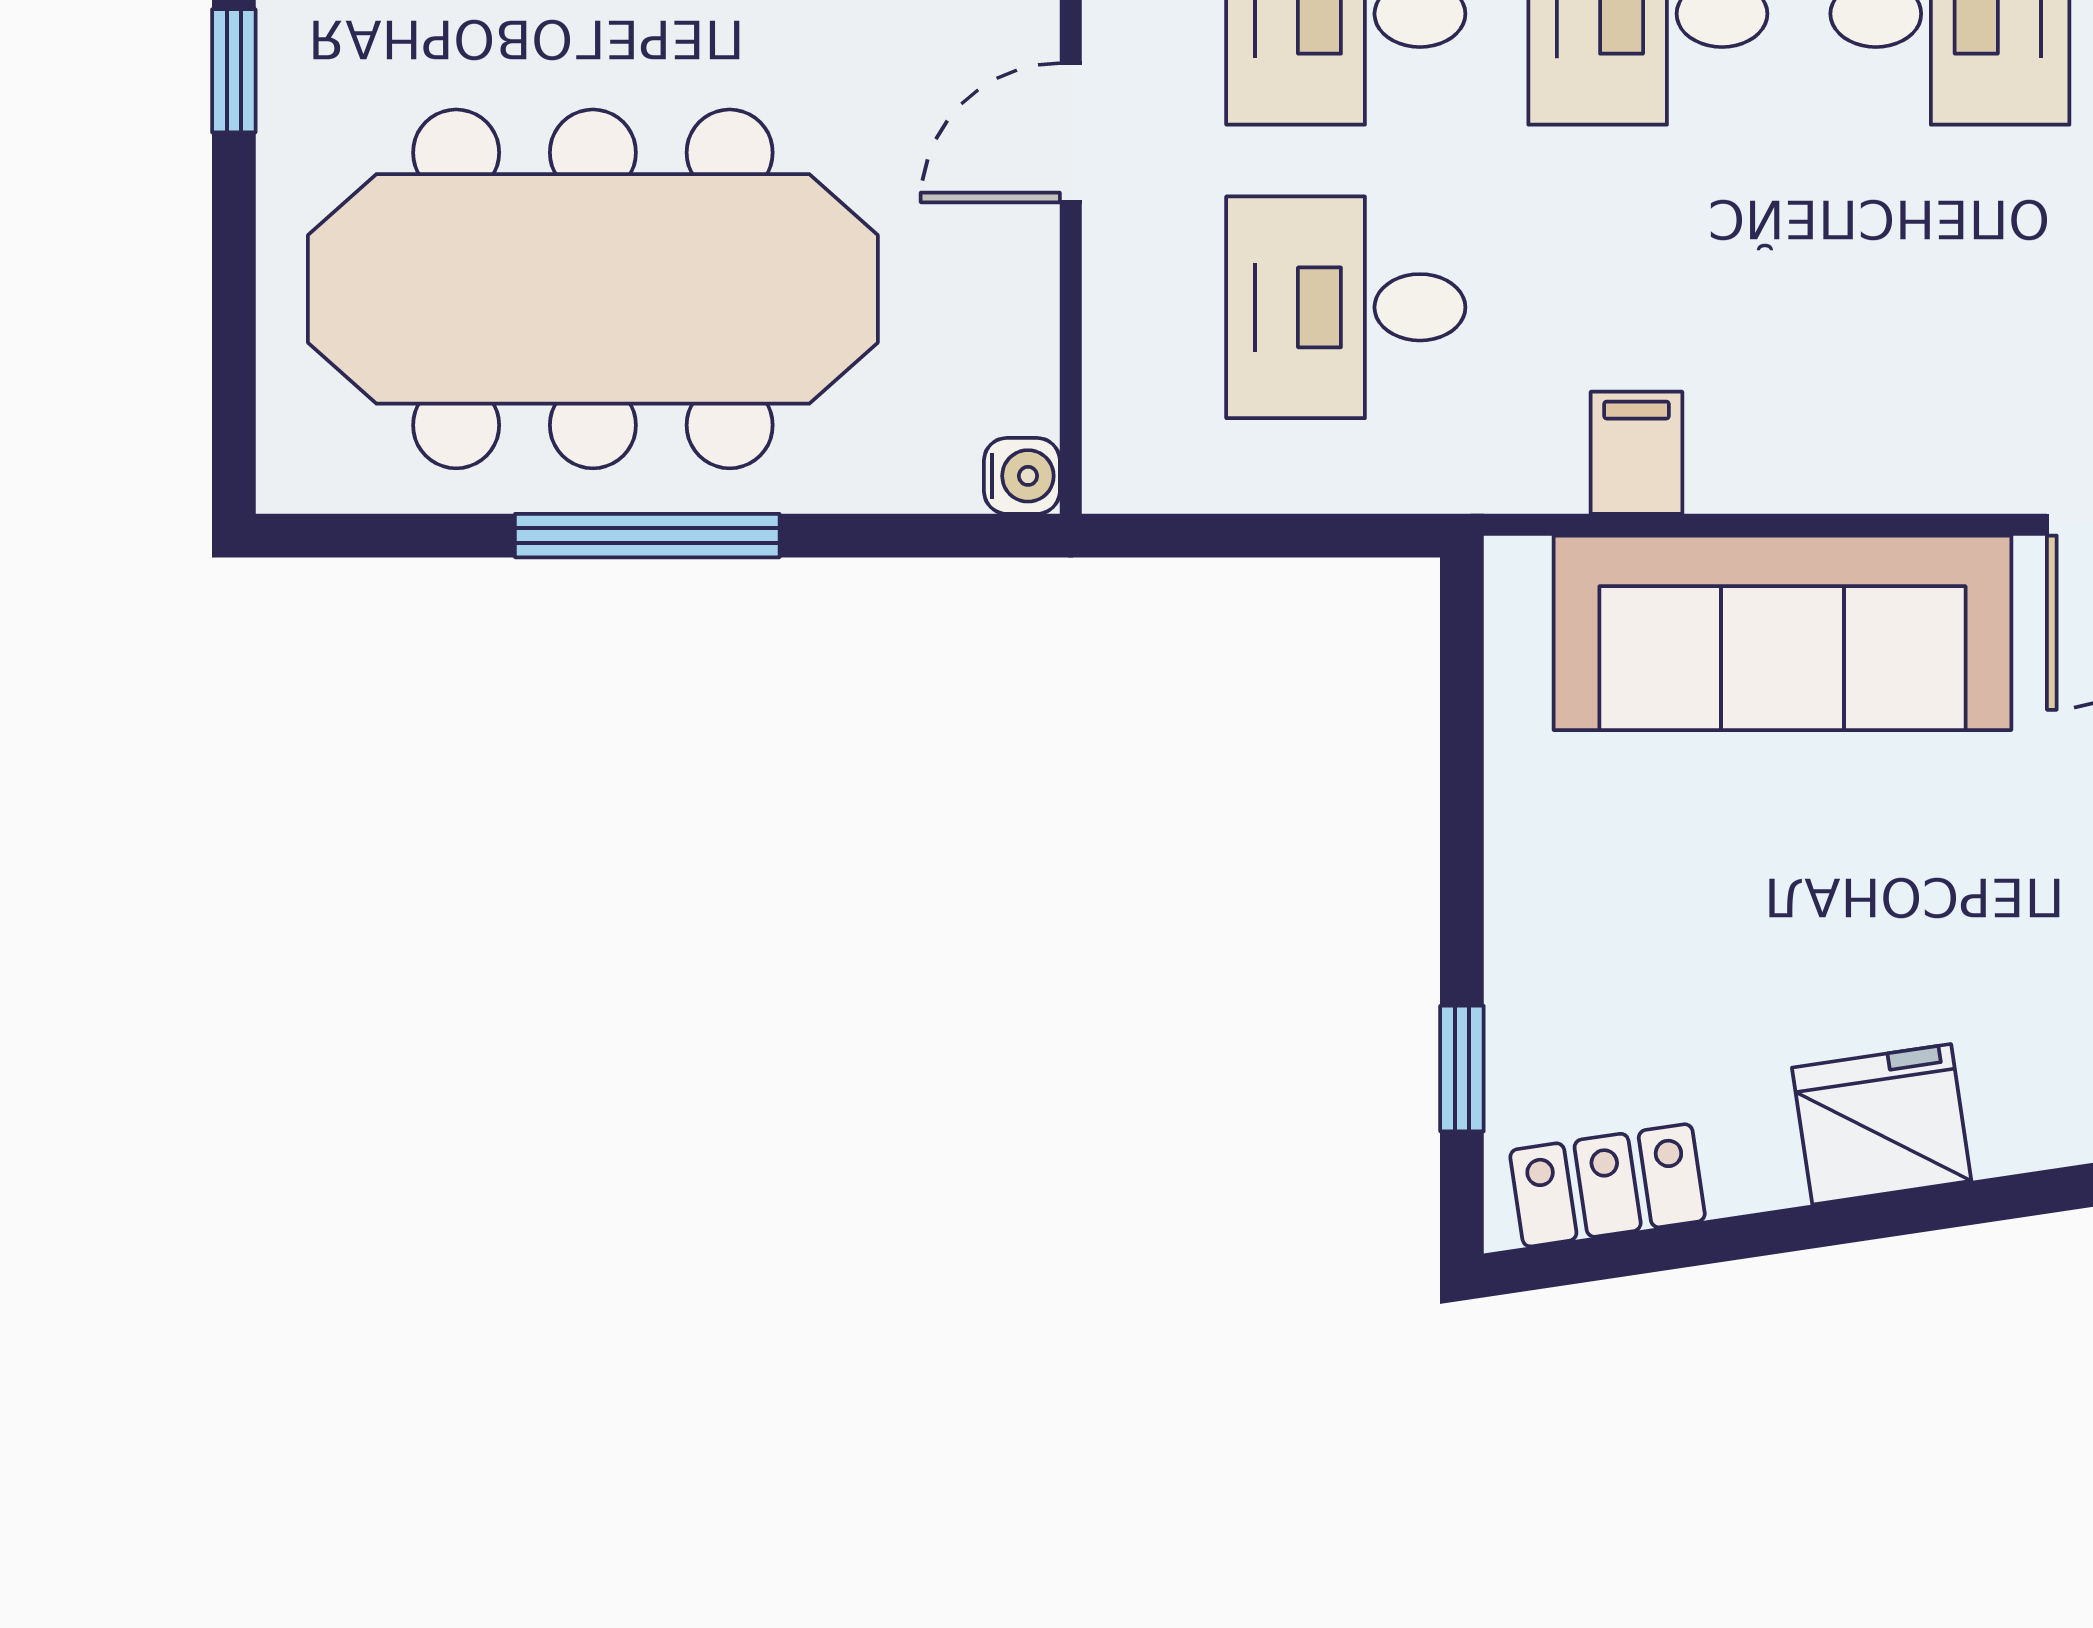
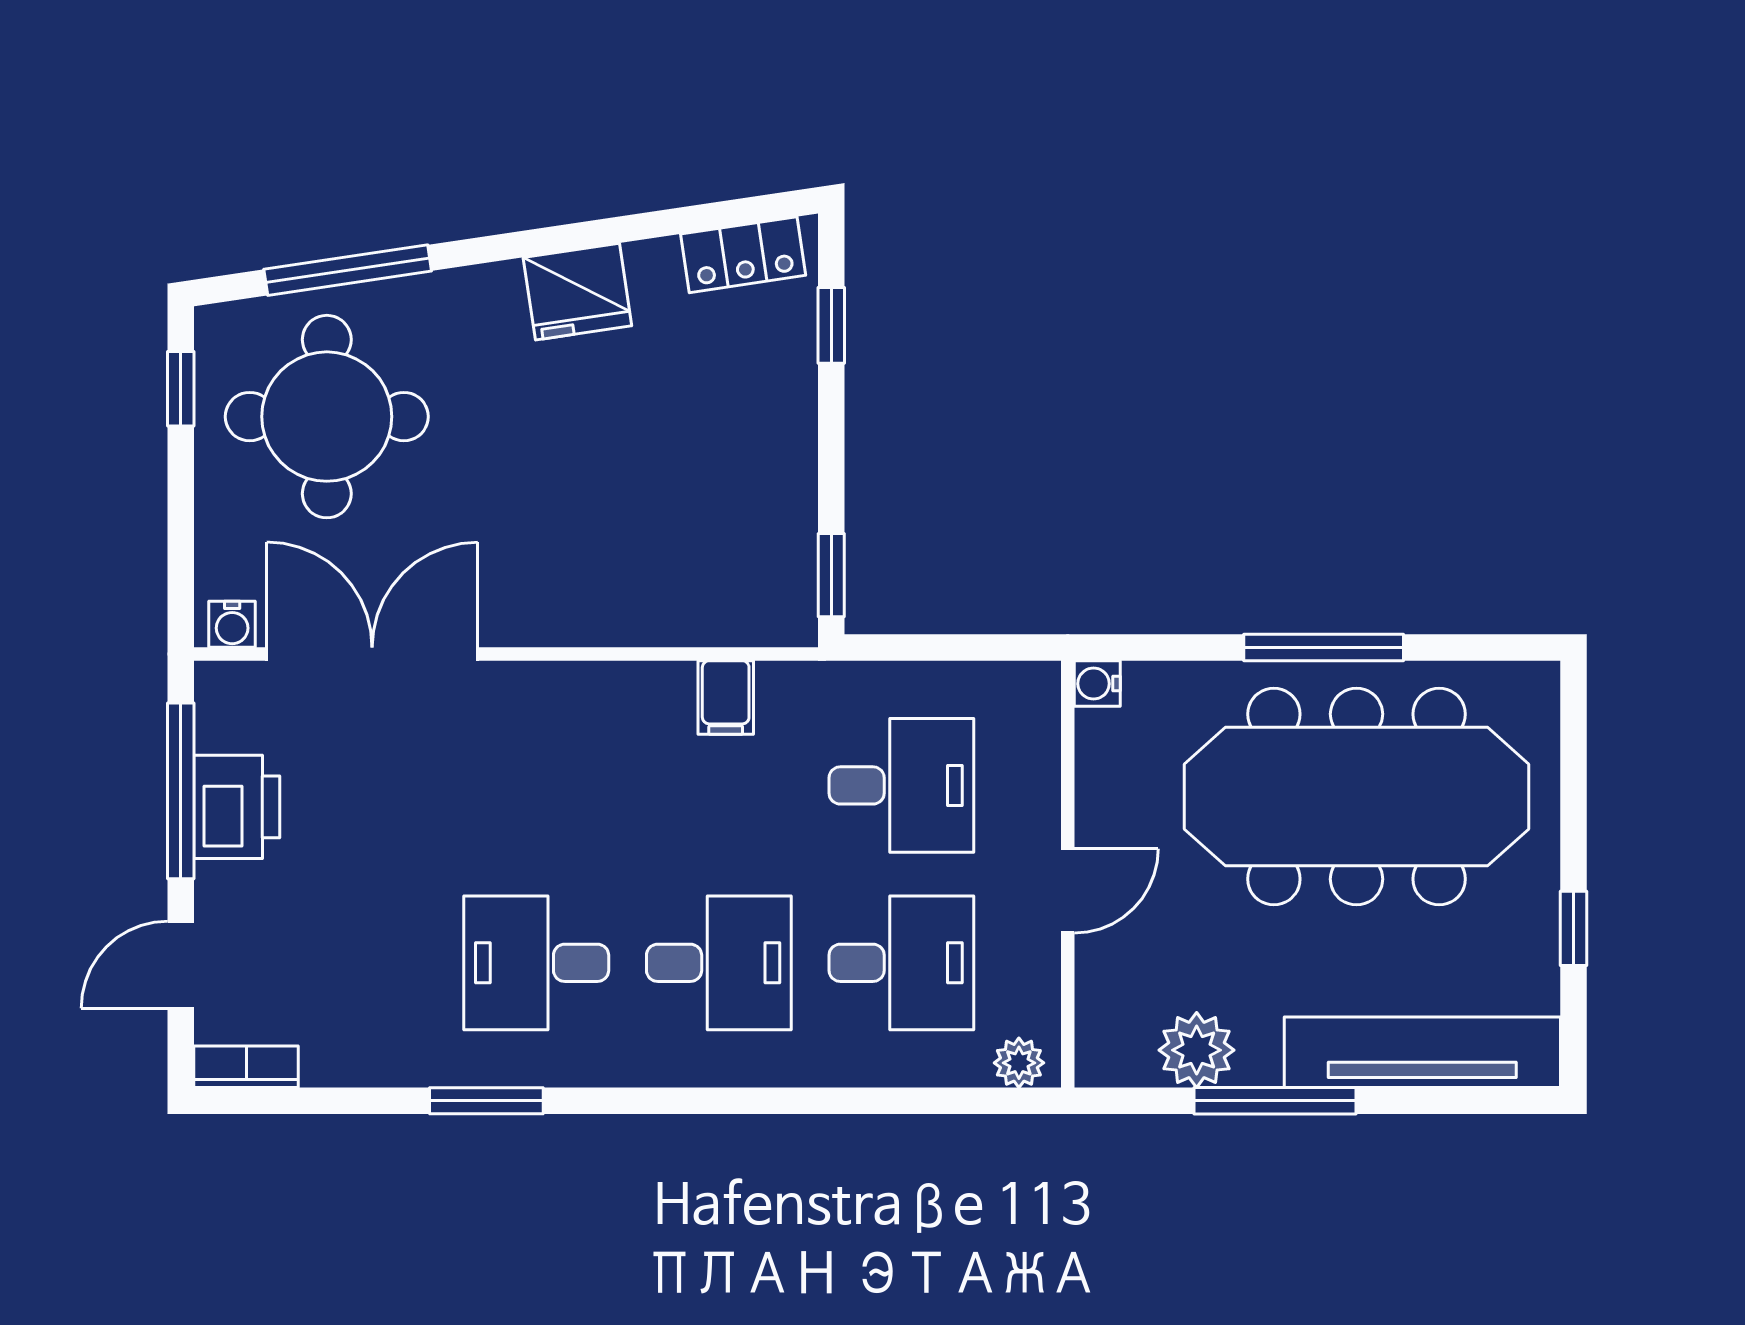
sofa: (1782, 633) -> (637, 589), removed
window: (1462, 655) -> (831, 575), added

